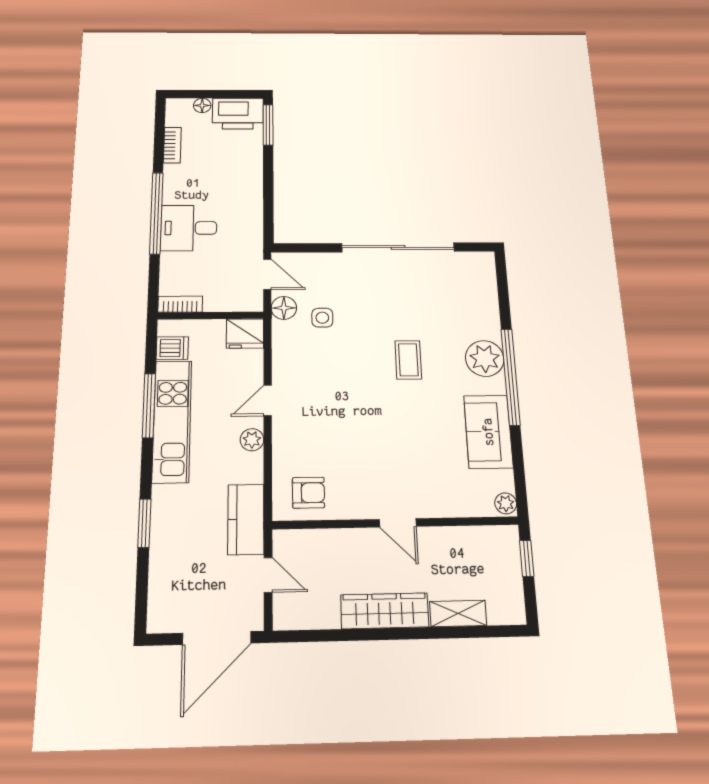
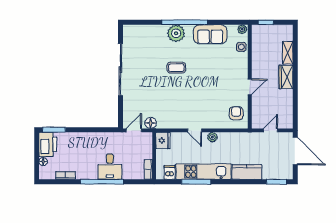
side table: (322, 318) -> (241, 47), moved
kitchen counter: (246, 519) -> (247, 172), moved, turned 180
window: (144, 523) -> (277, 182), moved
door: (398, 523) -> (250, 87), moved
wardrobe: (385, 611) -> (286, 77), width x0.67

